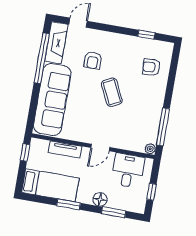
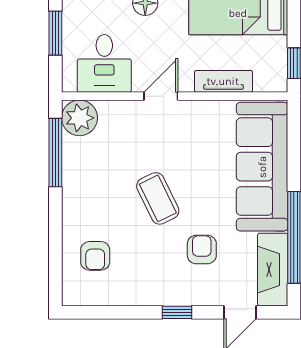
window: (146, 35) -> (177, 312), moved
armchair: (151, 67) -> (95, 256), turned 93
plant: (150, 149) -> (80, 118), width x1.87, depth x1.87
window: (151, 192) -> (55, 33), width x1.50

